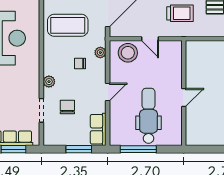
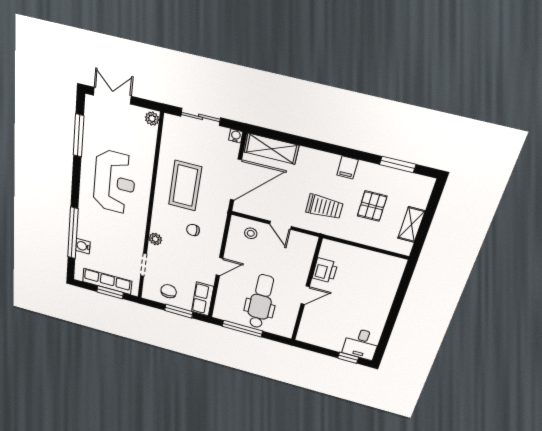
coffee table: (68, 25) -> (185, 186), turned 90
plant: (100, 53) -> (219, 225), removed
stool: (128, 53) -> (251, 233), width x0.53, depth x0.53
printer: (194, 69) -> (325, 270), added
chair: (67, 107) -> (169, 291), moved

